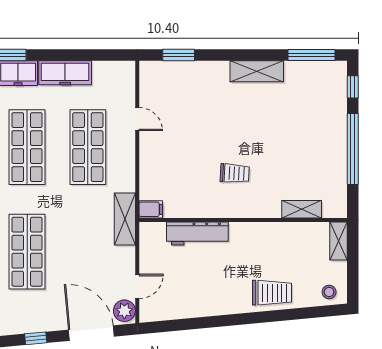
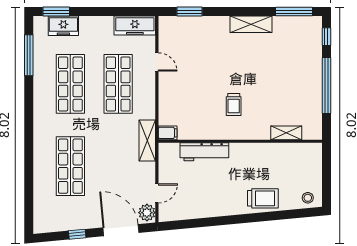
freezer: (65, 73) -> (135, 26), moved
trolley: (235, 173) -> (234, 105), turned 87
shelving: (339, 241) -> (315, 158), removed

